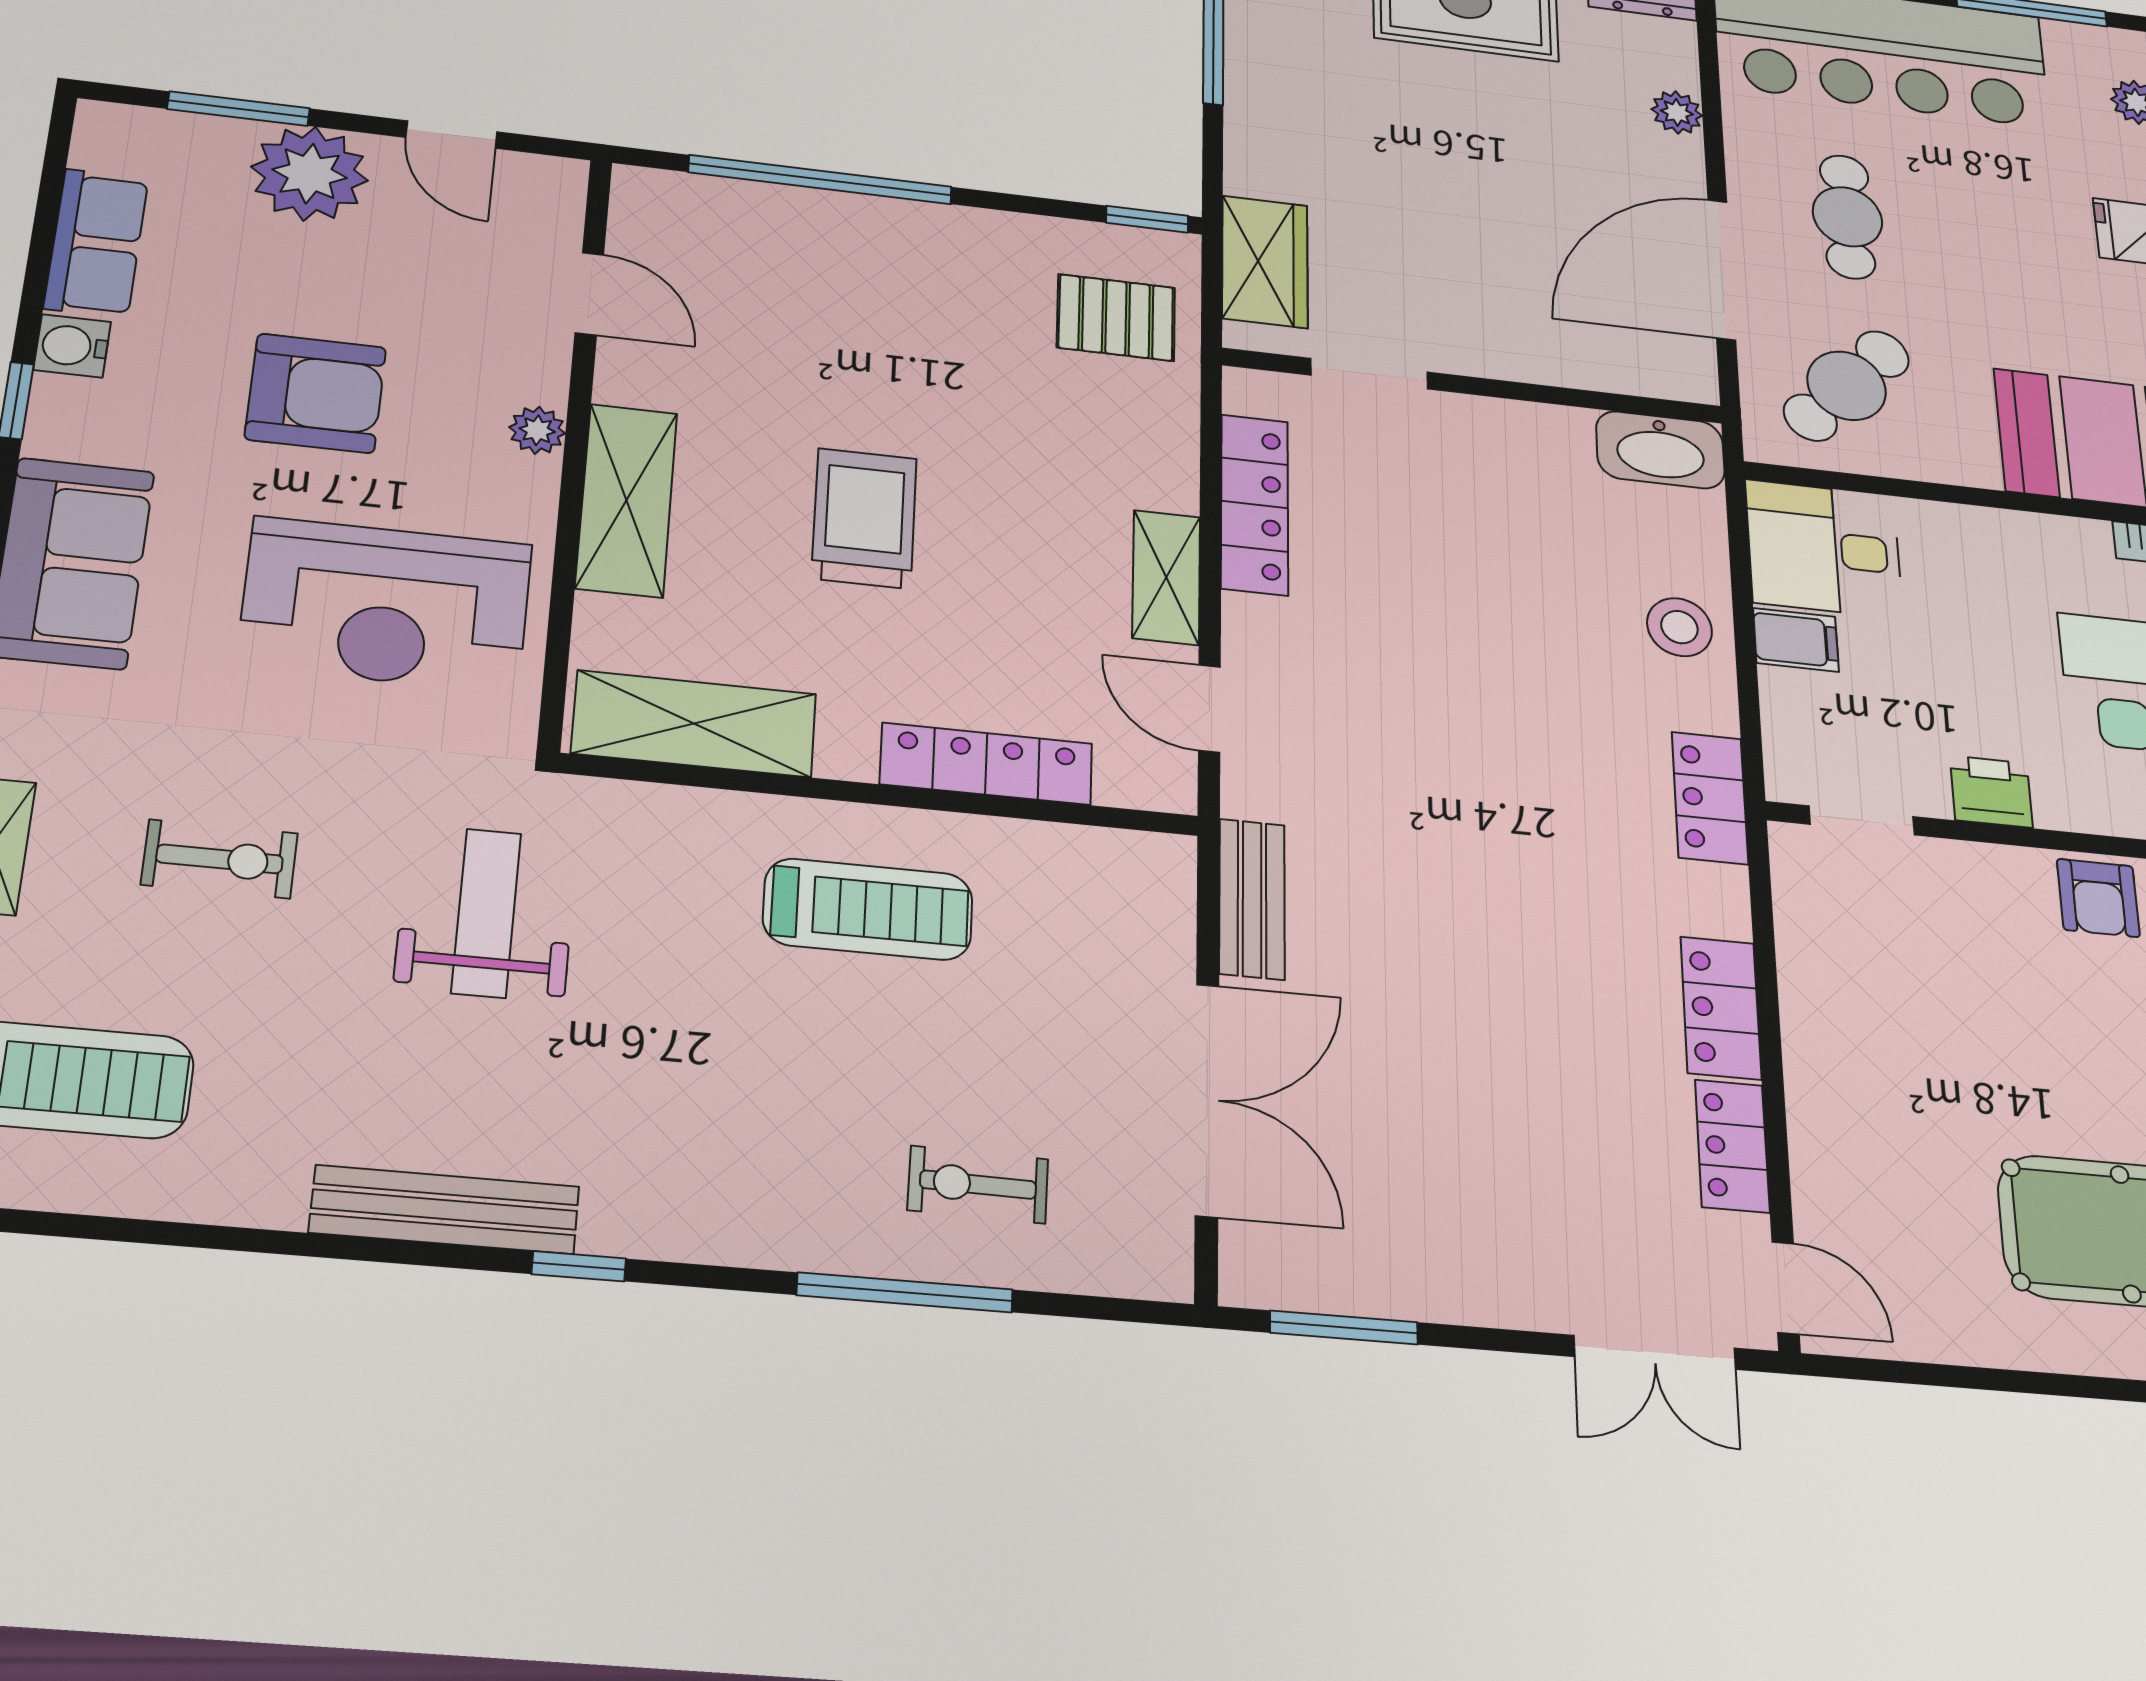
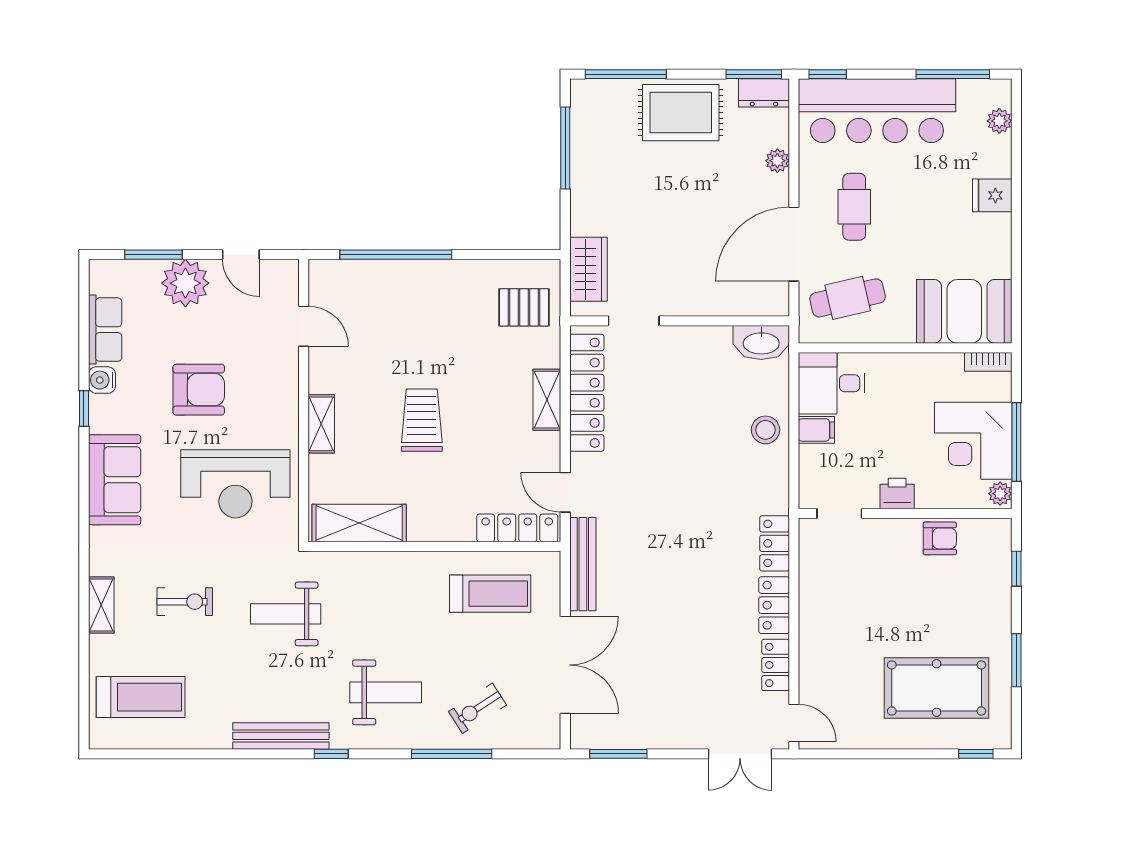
window: (1147, 219) -> (537, 255), removed
cafe table: (1847, 386) -> (848, 298), turned 34
plant: (537, 430) -> (288, 395), removed
shelving: (626, 500) -> (321, 424), width x0.67, depth x0.75
locker: (1255, 504) -> (587, 393), width x1.41, depth x1.21
shelving: (1166, 577) -> (547, 400), moved
locker: (986, 764) -> (517, 528), moved
locker: (1710, 798) -> (775, 543), moved
armchair: (2098, 898) -> (940, 538), turned -90
bench: (1252, 899) -> (583, 564), width x1.36
treadmill: (868, 909) -> (490, 594), moved
weight bench: (486, 913) -> (286, 614), turned -90
weight bench: (737, 1125) -> (386, 692), added
exercise bike: (978, 1185) -> (477, 708), turned -34

